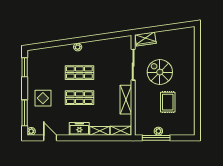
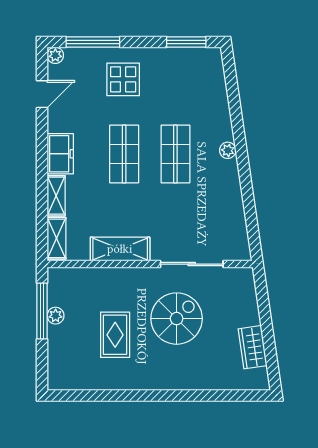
wardrobe: (146, 39) -> (253, 347), moved
rug: (168, 102) -> (115, 335), turned 90

